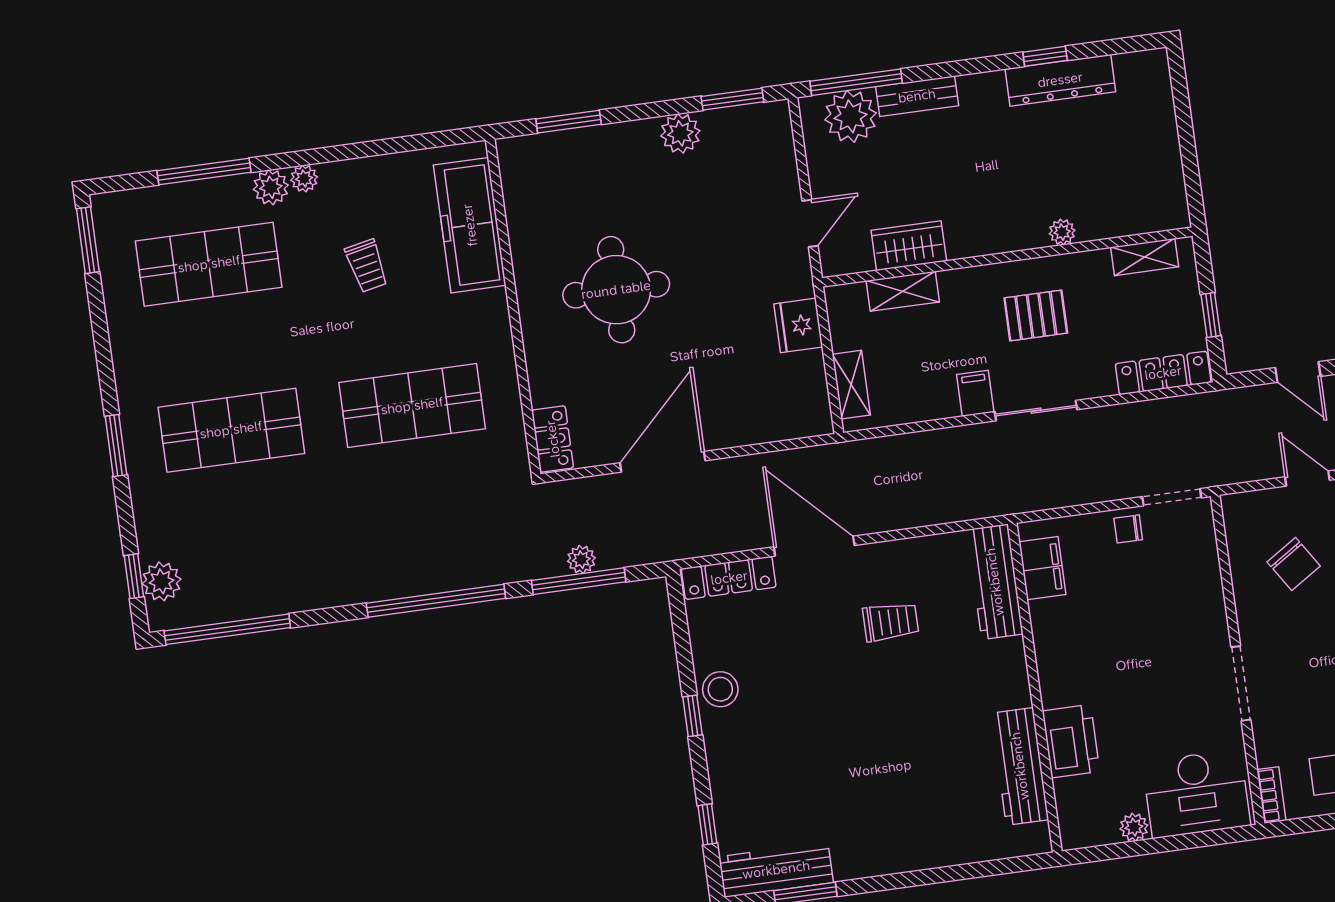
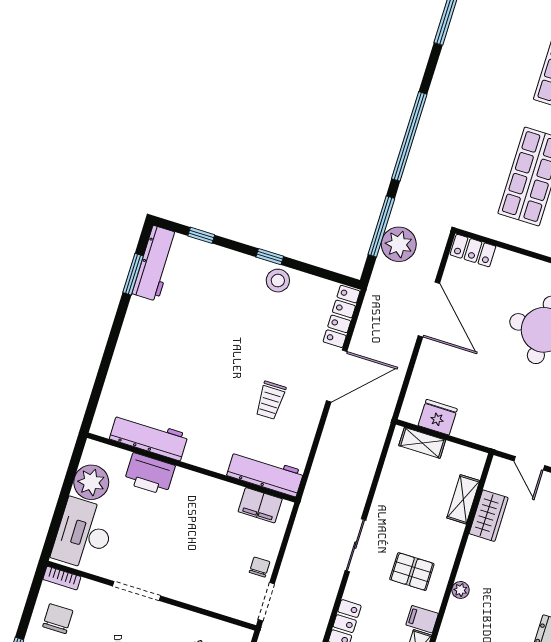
plant: (1062, 232) -> (460, 590), moved
pallet: (1036, 315) -> (412, 572), turned 90
fridge: (798, 325) -> (438, 417), moved
filing cabinet: (975, 393) -> (422, 619), moved, turned 180
plant: (581, 560) -> (399, 244), width x1.87, depth x1.87
plant: (1134, 827) -> (91, 482), width x1.87, depth x1.87

